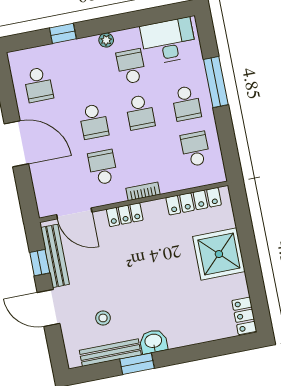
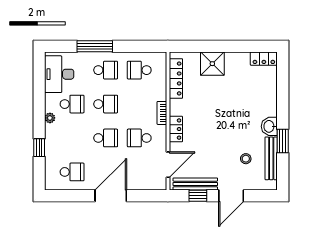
school desk: (131, 66) -> (72, 104), turned 180
shower: (219, 254) -> (212, 64), width x0.73, depth x0.73

